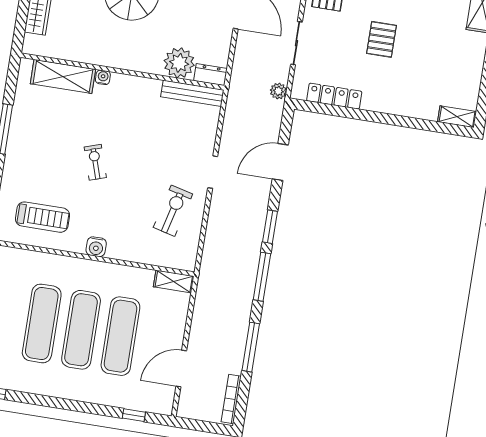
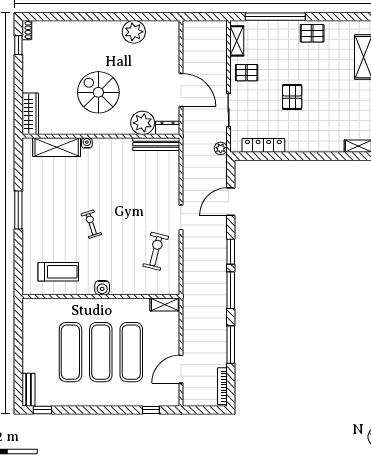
plant: (179, 63) -> (143, 123), moved
wall: (122, 71) -> (101, 136), moved
dresser: (210, 75) -> (168, 128), moved
shelving: (63, 76) -> (57, 147), moved
water cooler: (103, 77) -> (87, 143), moved
bench: (192, 93) -> (156, 144), moved

